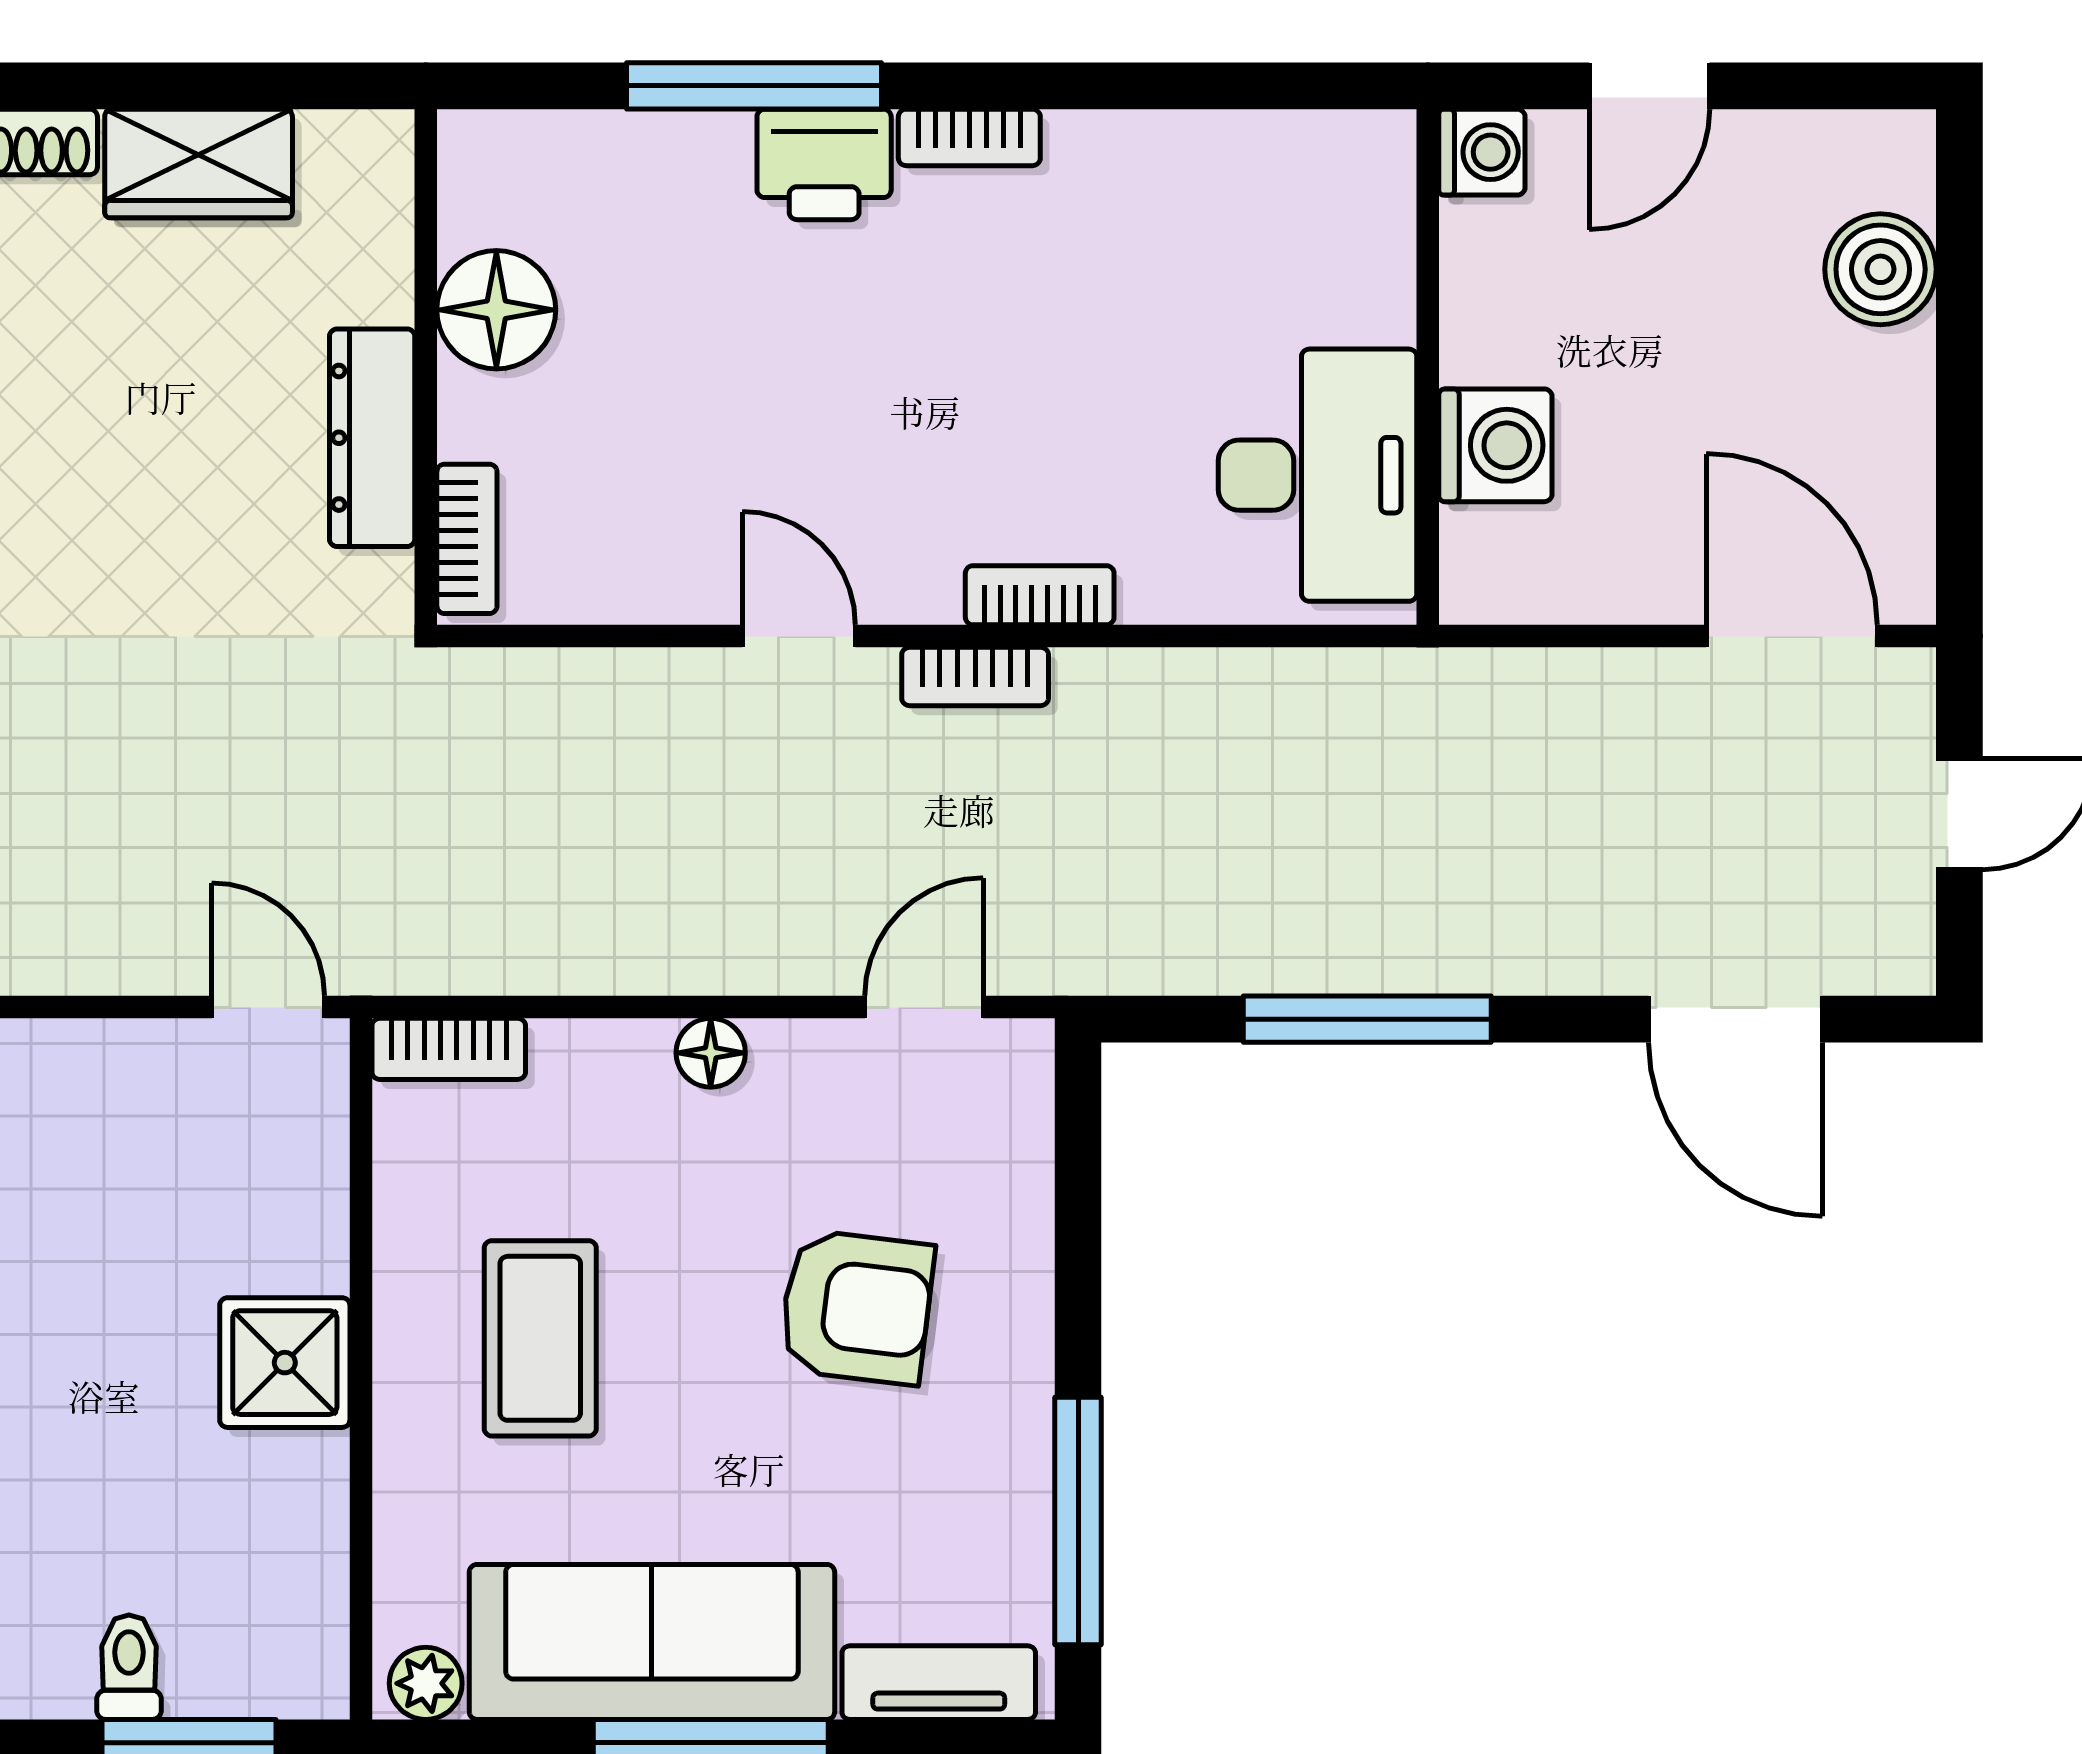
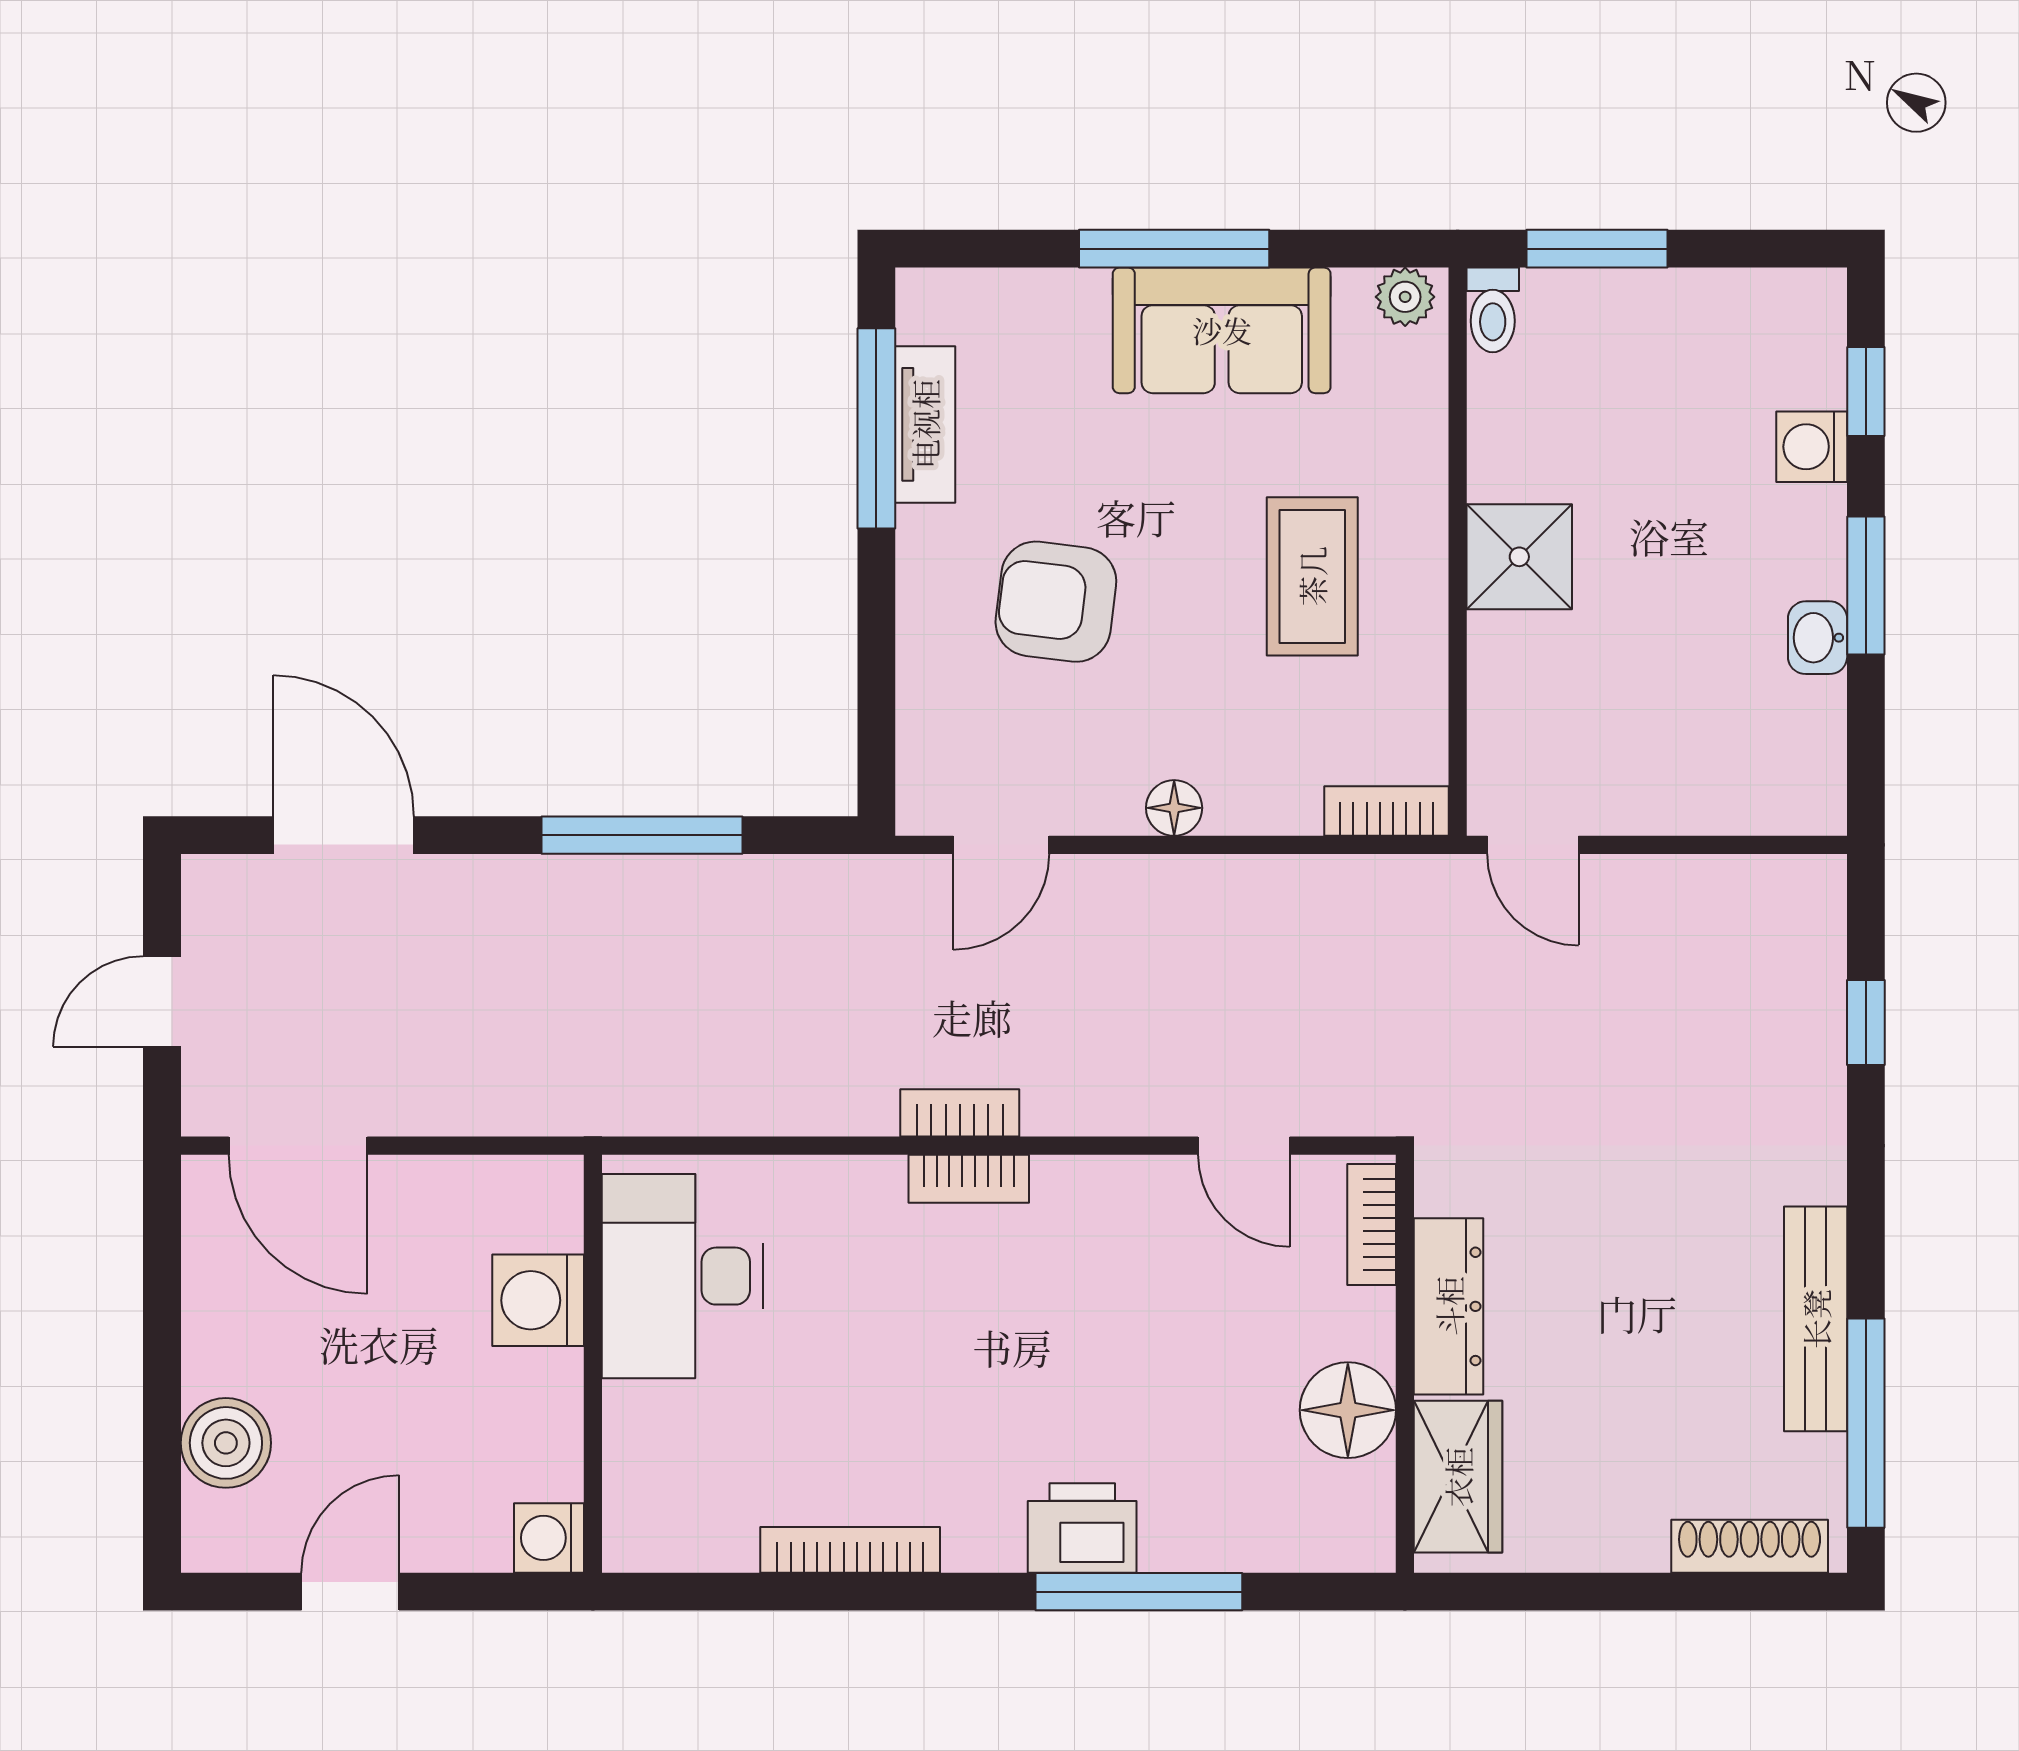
door: (1649, 86) -> (350, 1592), moved
bookcase: (969, 137) -> (850, 1550), moved, width x1.56
wardrobe: (199, 163) -> (1458, 1477), moved, turned 90
bookcase: (1040, 595) -> (969, 1179), moved
door: (799, 636) -> (1244, 1146), moved
sofa: (652, 1642) -> (1222, 330), width x0.73
toilet: (129, 1667) -> (1493, 310), moved
tv unit: (939, 1683) -> (925, 424), moved, turned -90

